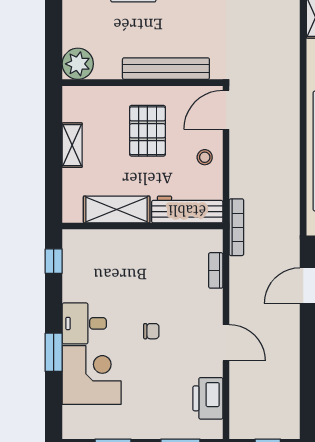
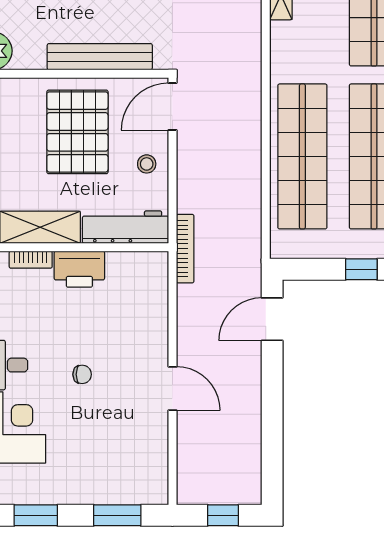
pallet: (147, 131) -> (77, 132), width x1.37, depth x1.41
bookcase: (216, 270) -> (31, 260), moved, turned -90
printer: (208, 398) -> (79, 269), moved, turned -90

